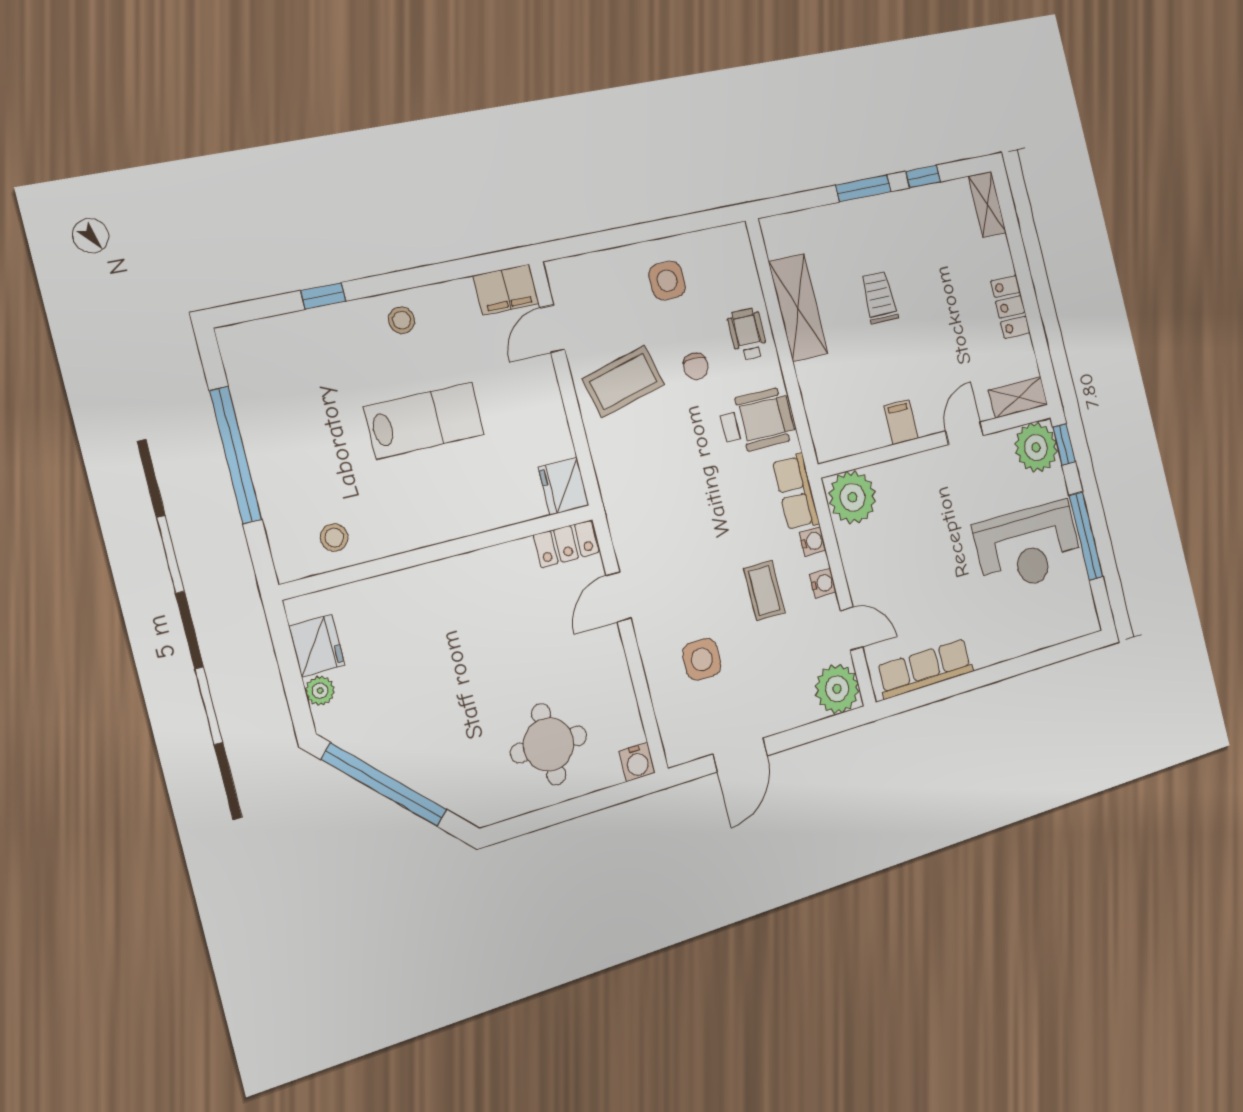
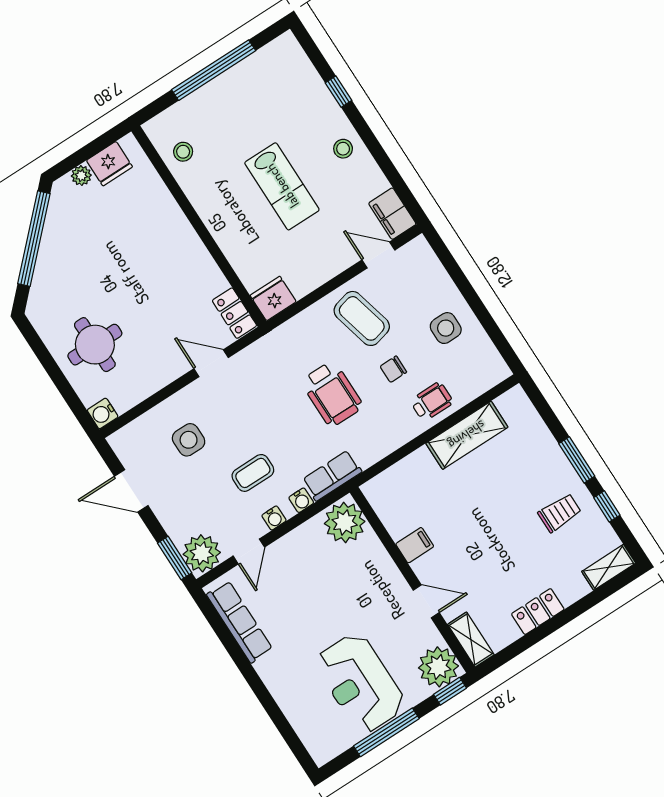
trolley: (879, 297) -> (560, 513), moved
wheelchair: (757, 421) -> (332, 394), moved
window: (833, 725) -> (175, 558), added

